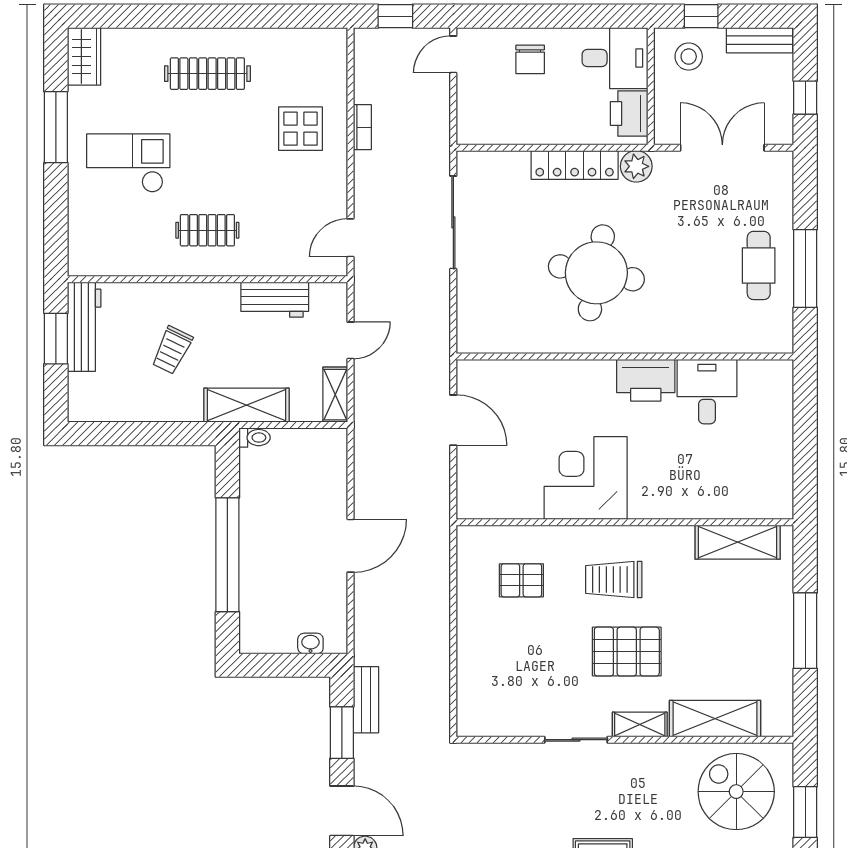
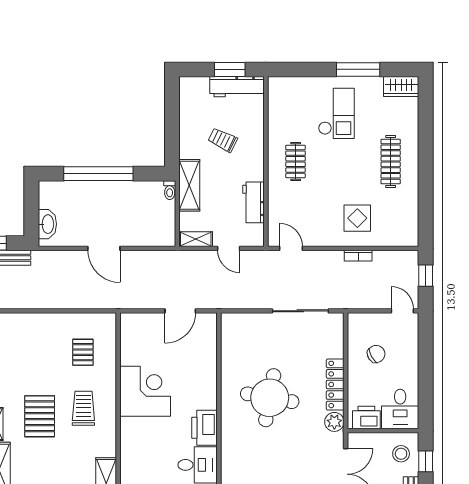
chair: (530, 59) -> (376, 354), moved, turned 151
washbasin: (310, 644) -> (47, 224), width x1.91, depth x1.45

